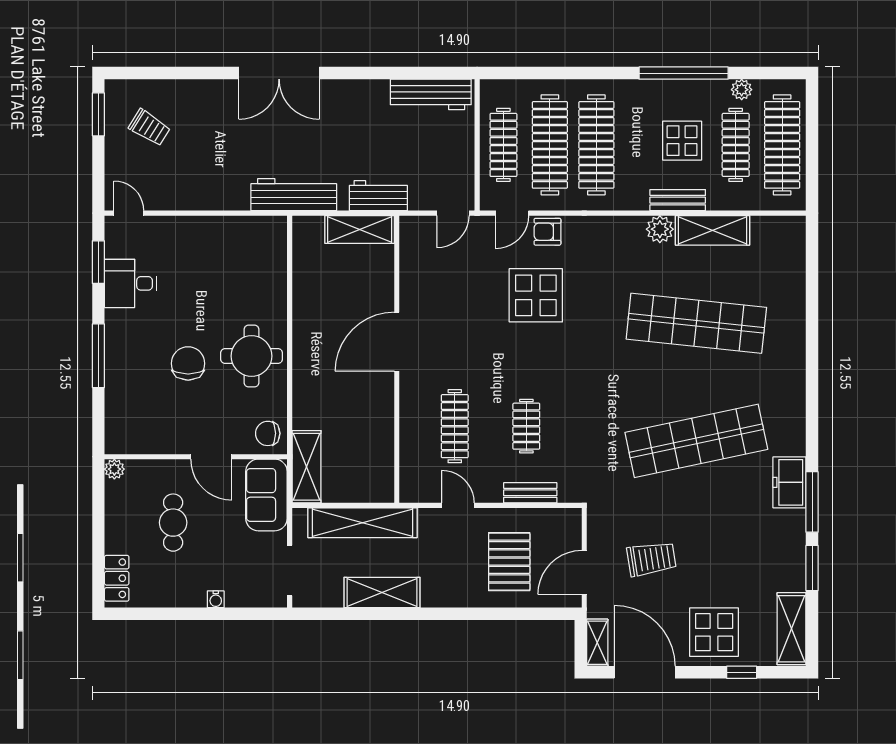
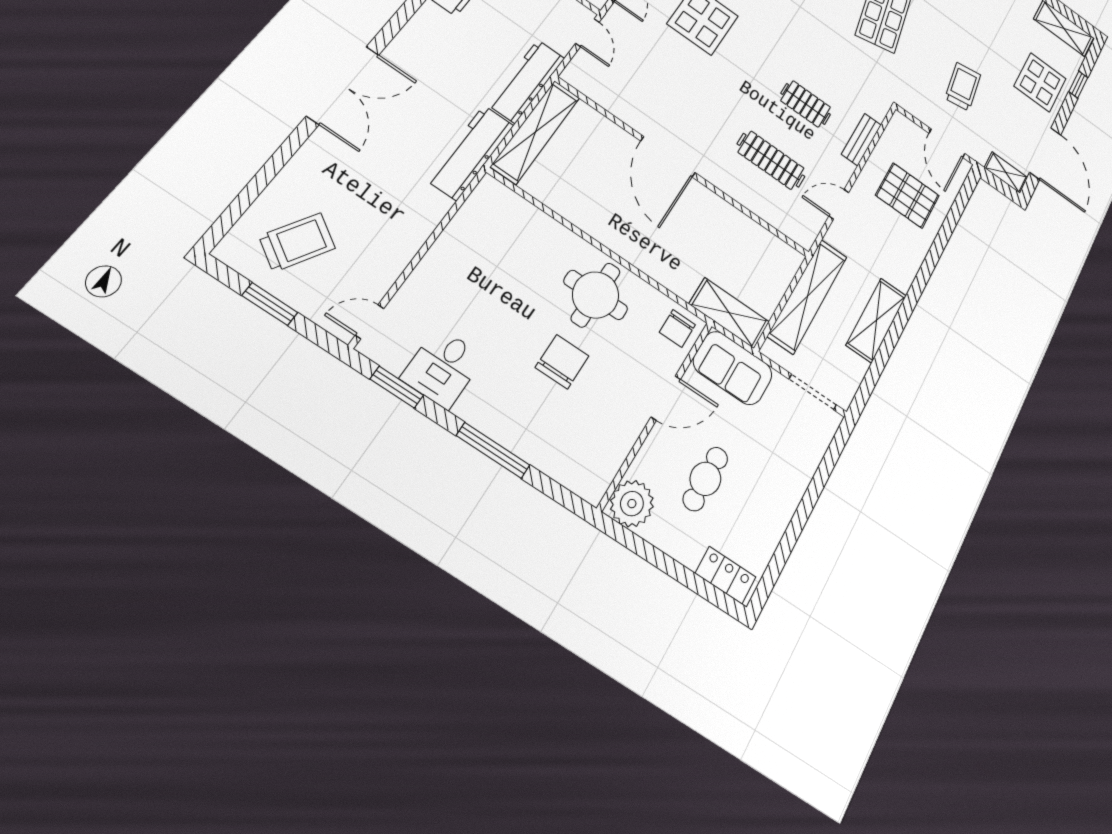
window: (98, 114) -> (270, 304), moved
trolley: (149, 128) -> (297, 242), width x1.36, depth x1.39
workbench: (378, 196) -> (527, 81), width x1.38
shelving: (360, 229) -> (536, 132), width x1.47
chair: (188, 363) -> (562, 362), turned 90
plant: (114, 469) -> (632, 504), width x1.88, depth x1.88
cafe table: (173, 523) -> (705, 479), turned 90
water cooler: (216, 599) -> (800, 483), removed
door: (645, 672) -> (1045, 153), swing flipped

